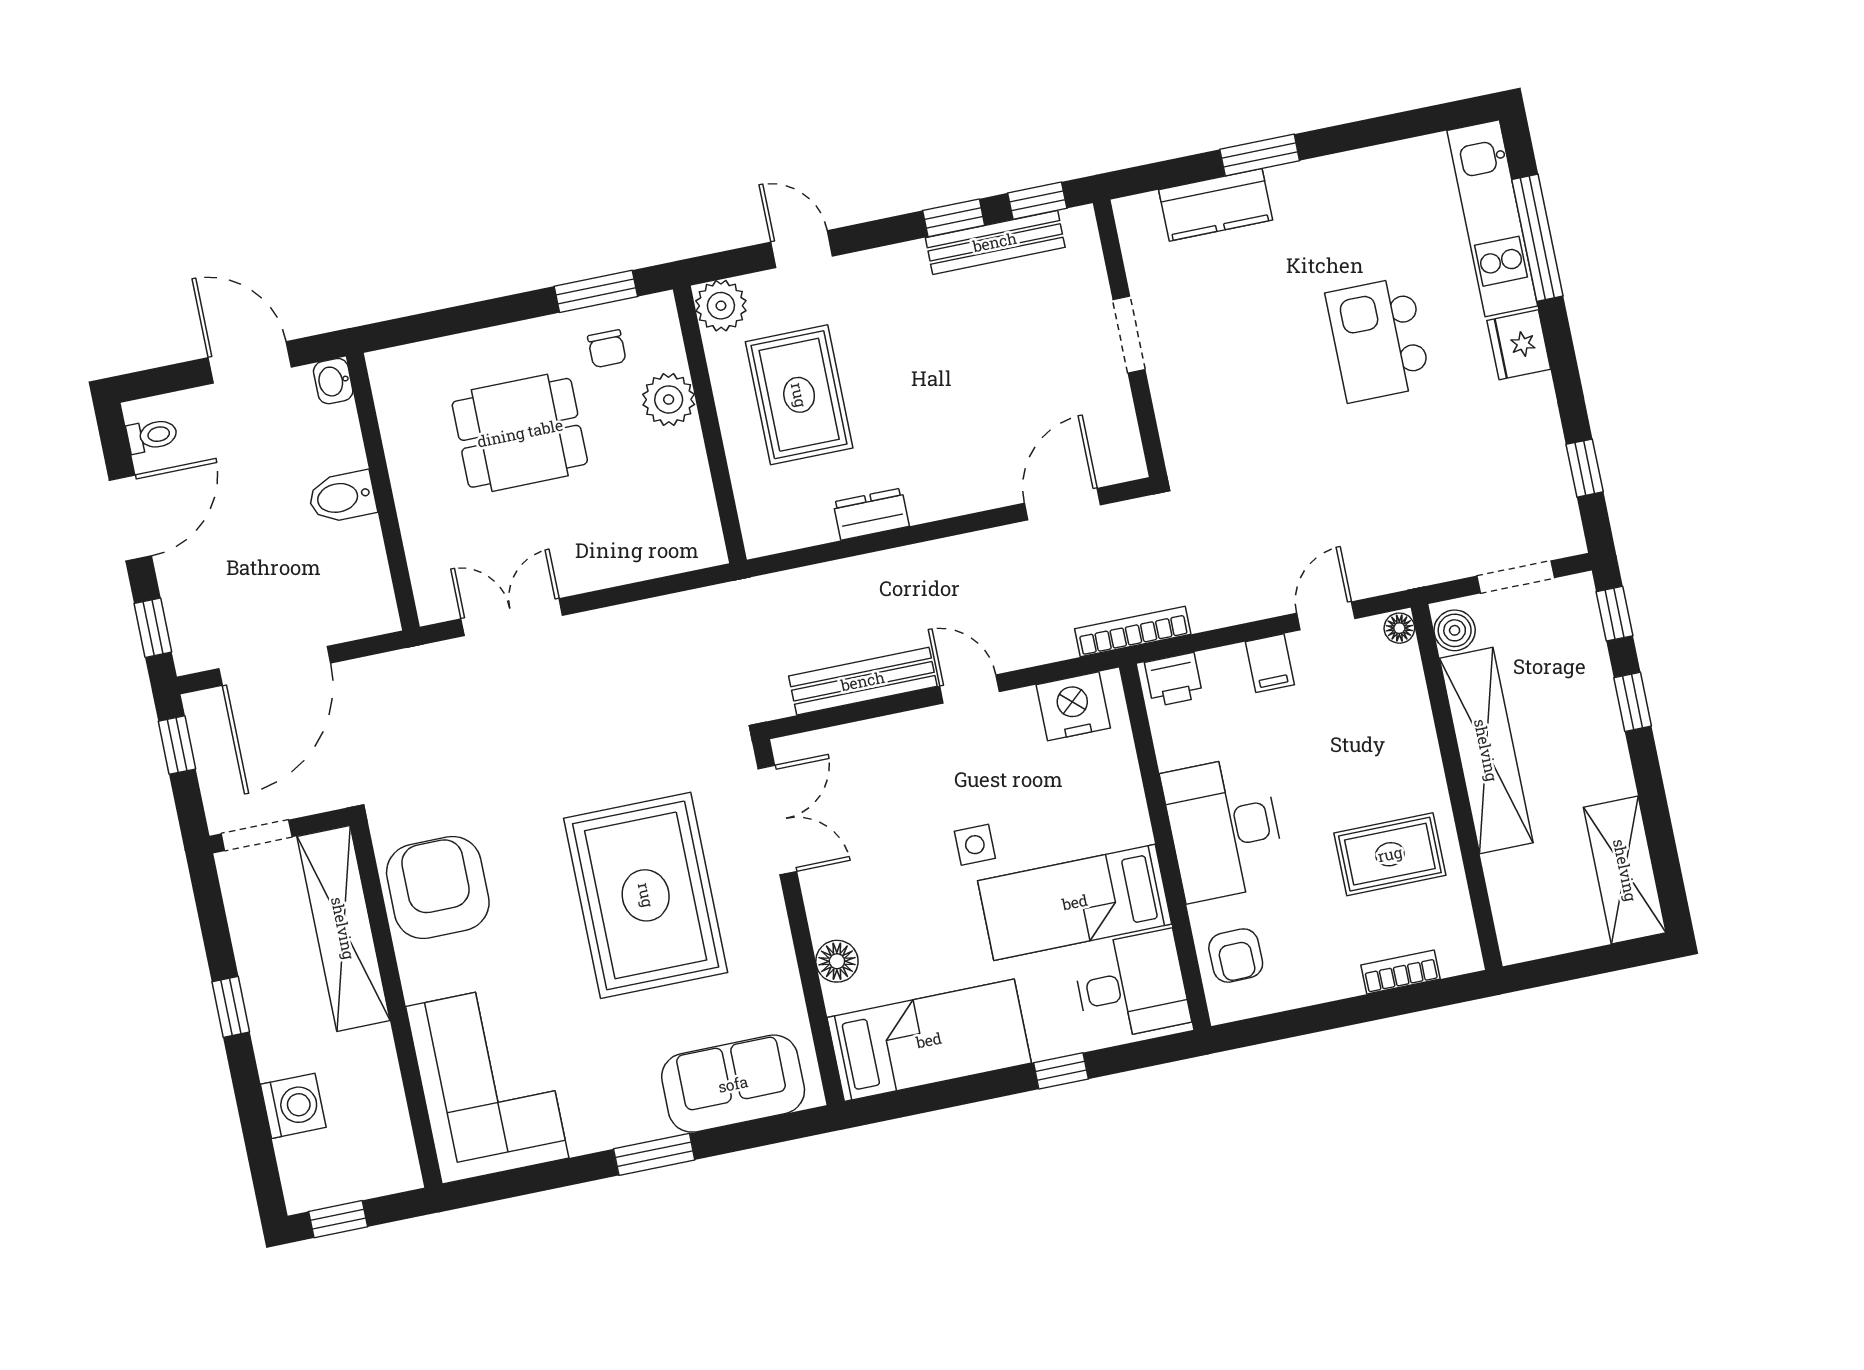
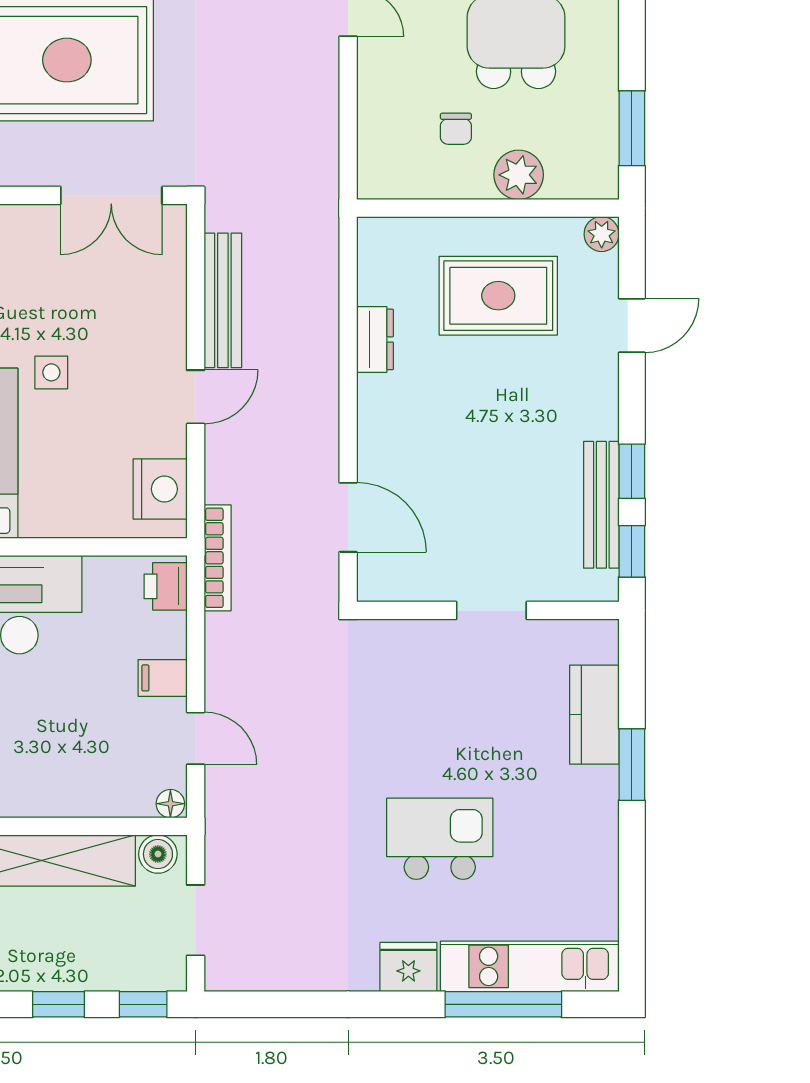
plant: (721, 306) -> (602, 234), width x0.73, depth x0.73
chair: (607, 349) -> (456, 129), moved, turned -90
window: (1585, 468) -> (283, 1004), removed

